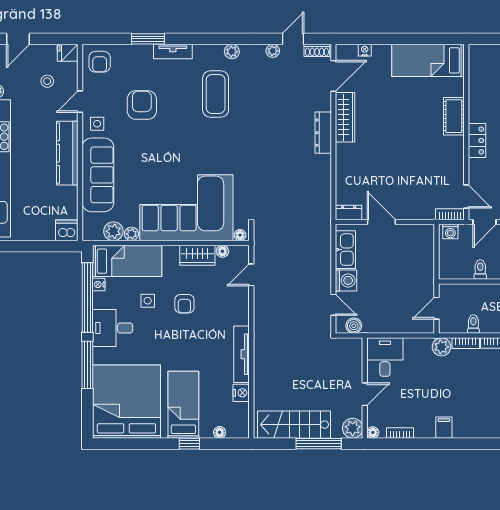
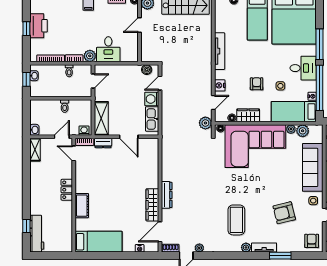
plant: (232, 52) -> (246, 247), moved
armchair: (142, 105) -> (284, 213), turned 76
dresser: (349, 213) -> (103, 143), moved
plant: (263, 243) -> (205, 123), added
shelving: (424, 250) -> (101, 118), added
door: (333, 305) -> (160, 83), hinge flipped
desk: (385, 357) -> (108, 49), moved
nightstand: (241, 393) -> (220, 85), moved

